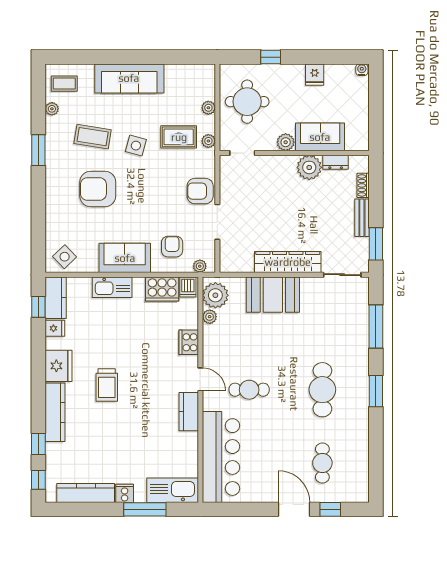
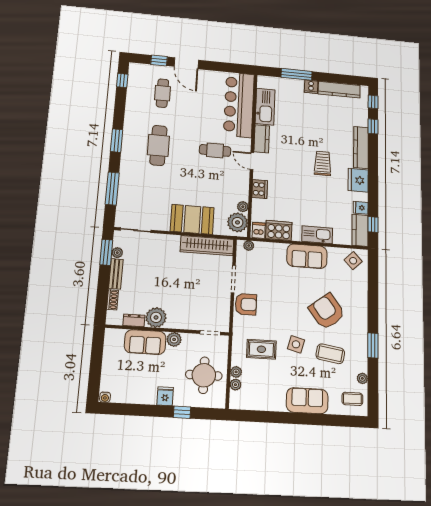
fridge: (315, 75) -> (165, 396), moved
sofa: (129, 78) -> (307, 401), width x0.73
plant: (208, 141) -> (235, 385), moved
armchair: (98, 189) -> (327, 311), turned -127
plant: (362, 244) -> (117, 253), added
armchair: (172, 247) -> (270, 262), removed
wardrobe: (288, 262) -> (207, 246), moved
window: (376, 475) -> (122, 80), added
kitchen sink: (173, 490) -> (265, 107), moved, turned -90

